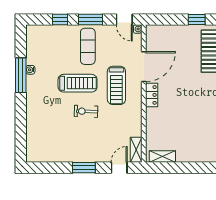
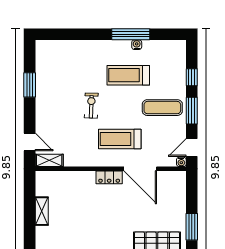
window: (197, 19) -> (192, 227), width x1.50
treadmill: (78, 83) -> (128, 75), moved, turned 90
shelving: (162, 157) -> (42, 211), moved
window: (84, 168) -> (30, 85), moved

